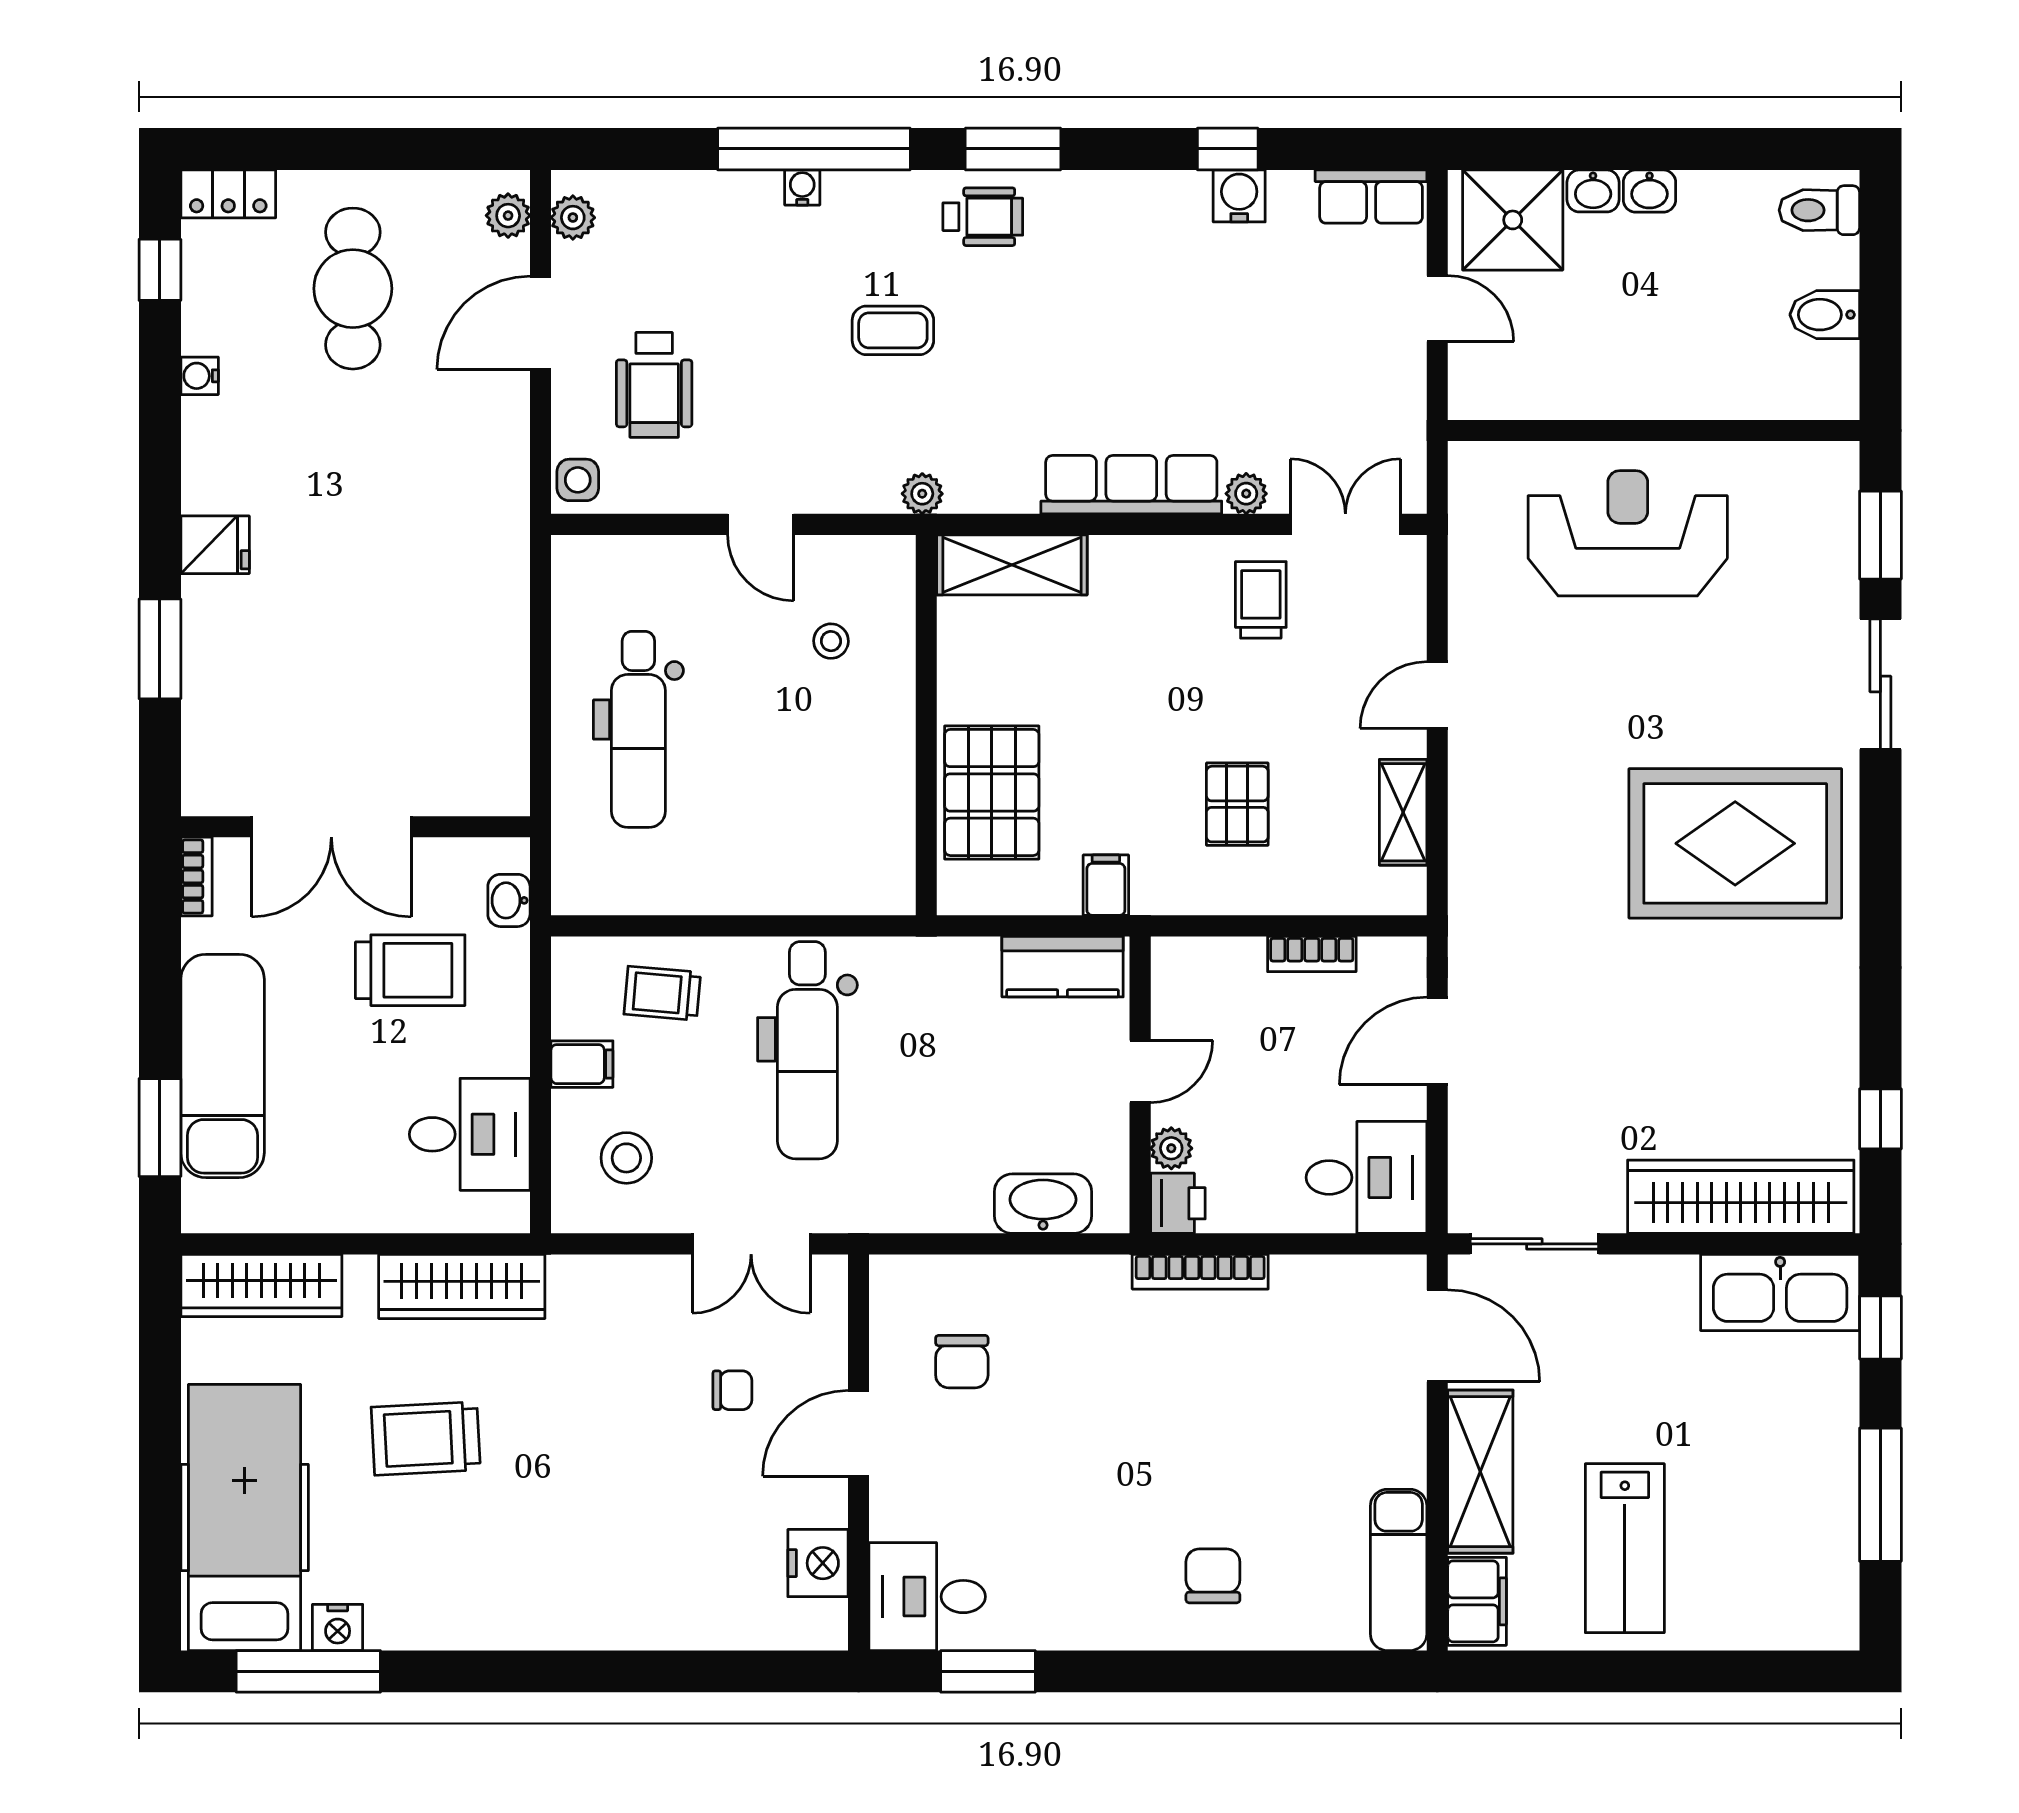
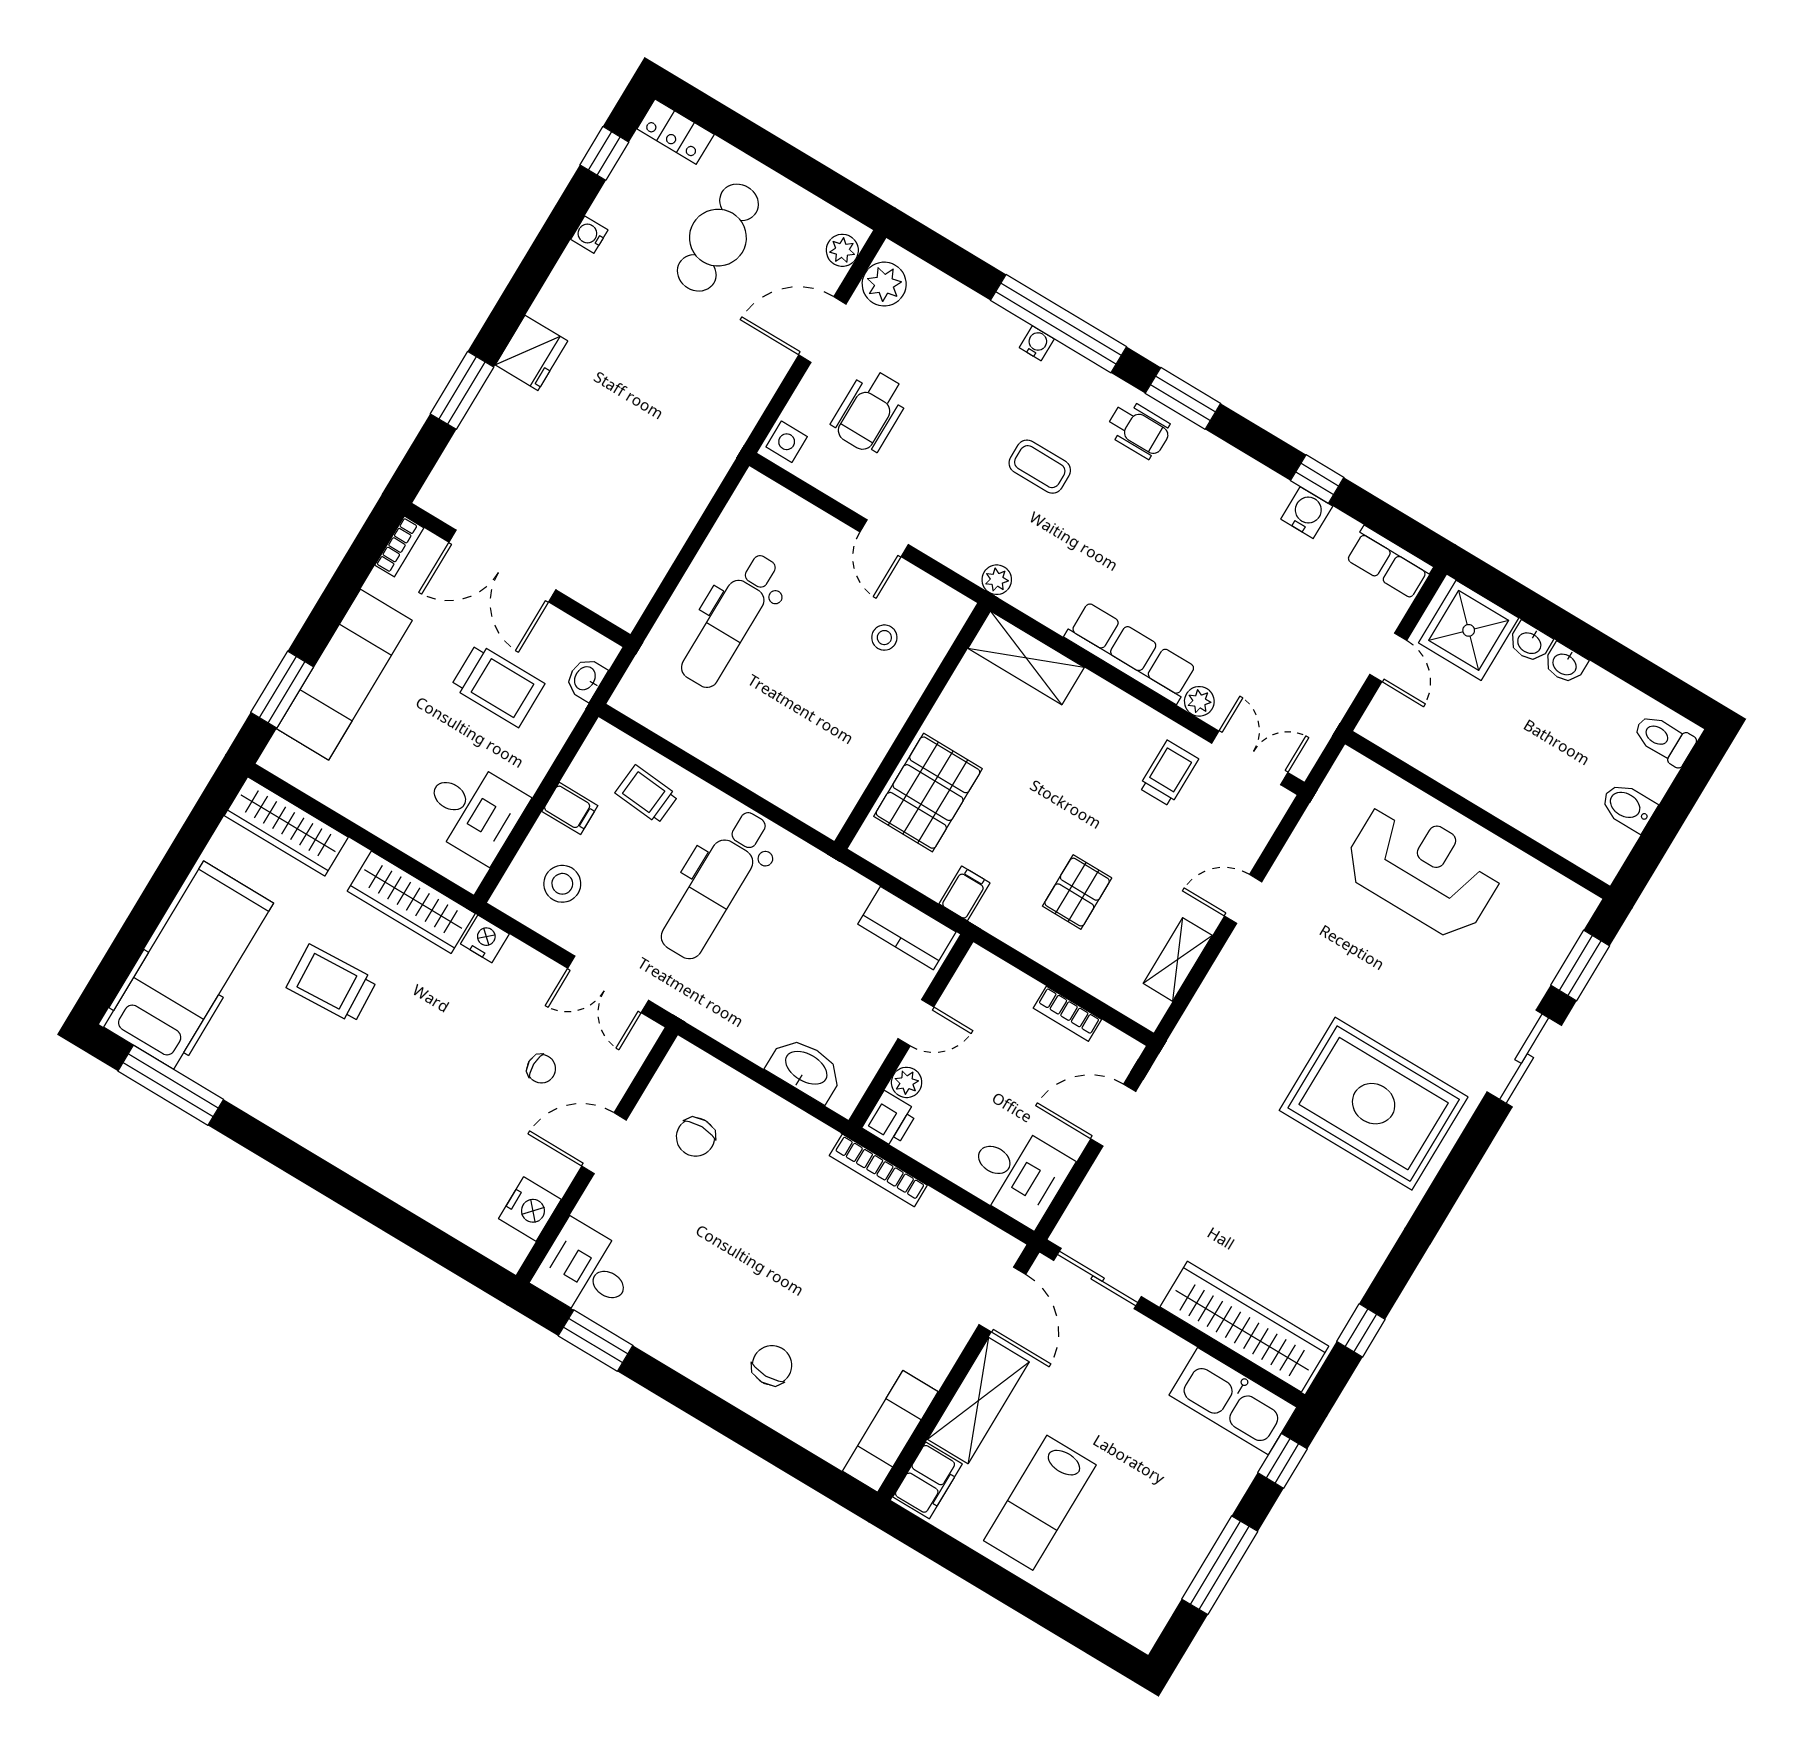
plant: (573, 218) -> (884, 284), width x1.38, depth x1.38
fridge: (215, 545) -> (531, 353), width x1.38
nightstand: (338, 1627) -> (485, 939), moved, turned 180

